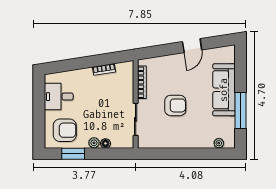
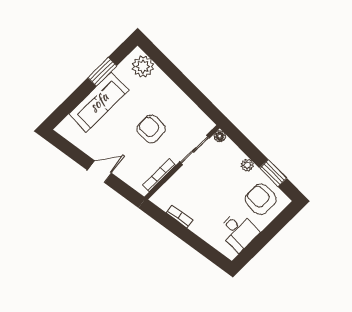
door: (192, 46) -> (100, 172), moved
window: (240, 110) -> (102, 72), width x0.69
floor lamp: (105, 143) -> (220, 136), moved
plant: (219, 143) -> (143, 67), width x1.87, depth x1.87

